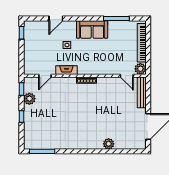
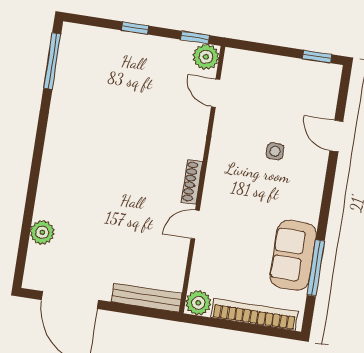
sofa: (92, 30) -> (293, 255), moved
fireplace: (66, 70) -> (220, 141), removed
door: (127, 76) -> (195, 224), moved
plant: (29, 99) -> (206, 57), moved
plant: (109, 144) -> (42, 232), moved

